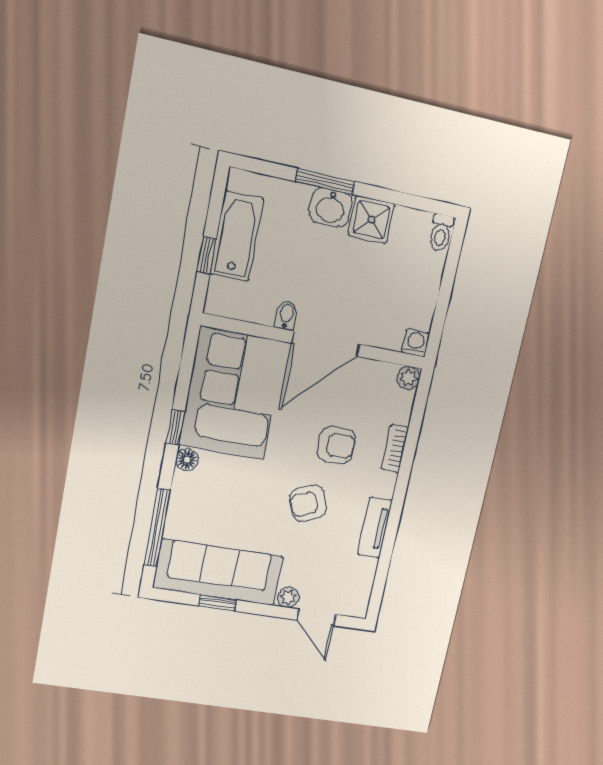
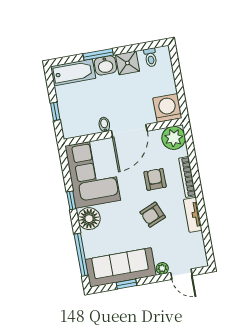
toilet: (441, 233) -> (151, 57), moved
bathtub: (237, 236) -> (73, 72), moved, turned 90
washing machine: (416, 343) -> (167, 108), width x1.89, depth x1.89
plant: (409, 378) -> (174, 138), width x1.87, depth x1.87
armchair: (336, 445) -> (155, 179), turned -90
bookcase: (395, 448) -> (187, 177), width x1.56
floor lamp: (187, 460) -> (89, 219), width x1.89, depth x1.89

